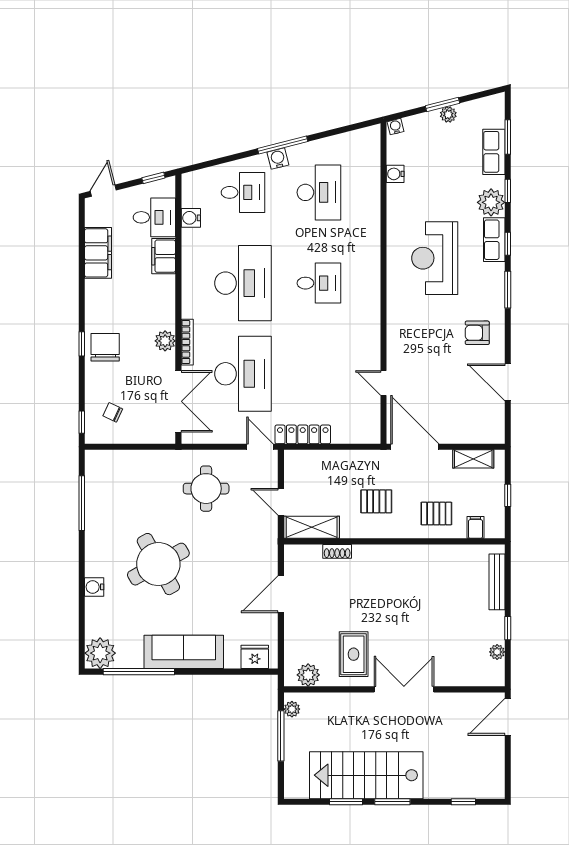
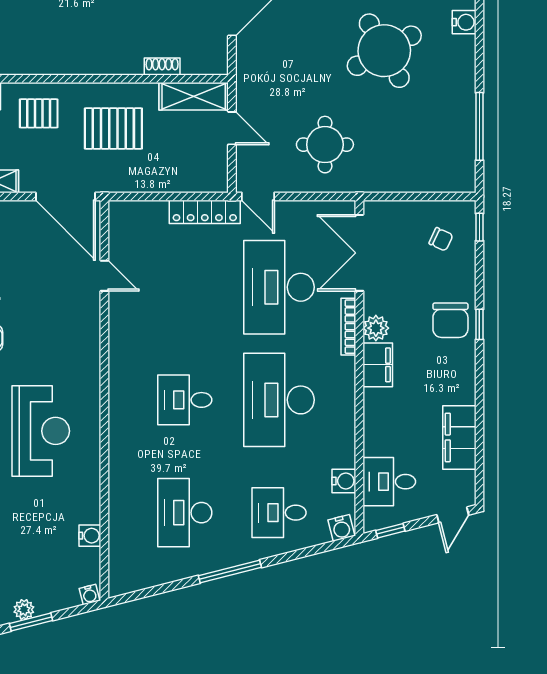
water cooler: (278, 159) -> (341, 528), moved
filing cabinet: (164, 256) -> (378, 365), moved
pallet: (376, 501) -> (113, 129), width x1.50, depth x1.42

